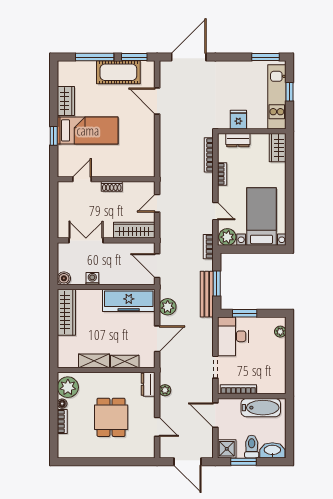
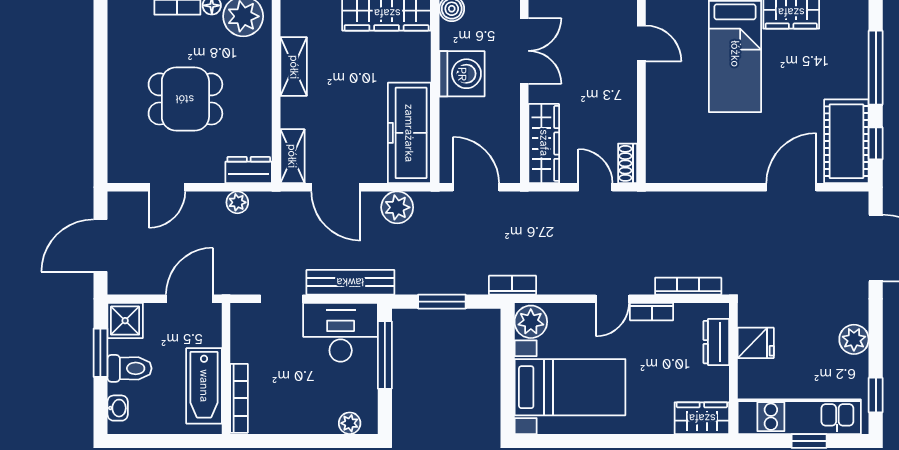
window: (134, 57) -> (876, 143), width x0.67
window: (266, 57) -> (876, 395), width x0.67
plant: (237, 68) -> (854, 339), added
cot: (118, 72) -> (846, 141), moved
shoe rack: (112, 186) -> (628, 163), moved
door: (215, 211) -> (612, 299), moved
door: (157, 266) -> (476, 187), hinge flipped
washing machine: (92, 279) -> (462, 74), width x1.89, depth x1.89
bench: (207, 294) -> (350, 282), moved
window: (245, 313) -> (385, 355), width x1.44
shelving: (125, 361) -> (292, 156), moved
bookcase: (238, 389) -> (239, 398), moved
washbasin: (272, 450) -> (118, 408), width x0.52, depth x0.69

